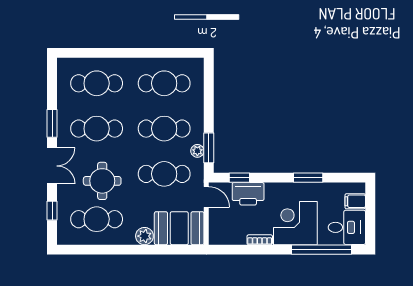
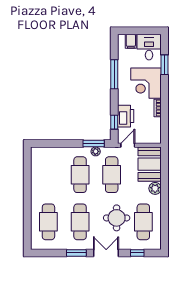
cafe table: (164, 83) -> (48, 175), removed
window: (308, 178) -> (114, 74), width x1.44
window: (321, 250) -> (165, 65), width x0.47

